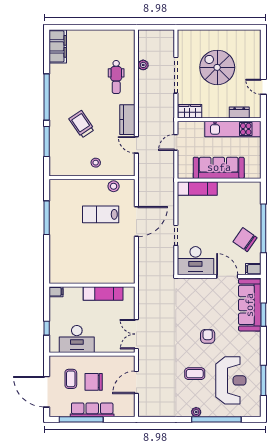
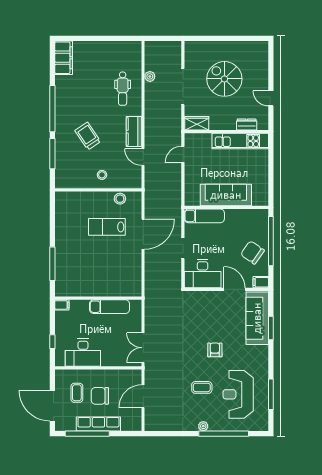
sofa: (219, 168) -> (226, 195), moved
wall: (219, 180) -> (226, 207), moved
exam couch: (197, 189) -> (204, 216), moved
window: (47, 218) -> (52, 264), moved
reception desk: (231, 380) -> (238, 394), turned 180

